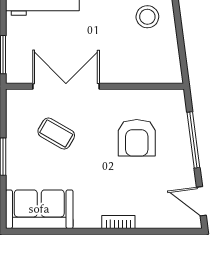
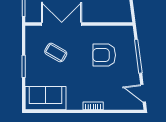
armchair: (137, 138) -> (104, 55), turned 90

